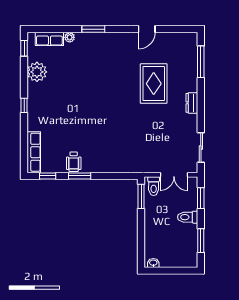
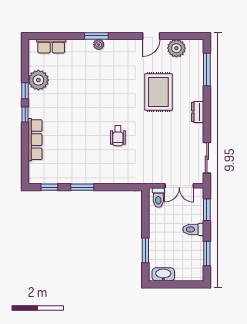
plant: (70, 37) -> (99, 44), moved
plant: (171, 41) -> (176, 48), added
window: (24, 48) -> (25, 91), moved
row of seats: (34, 152) -> (35, 140), moved
wheelchair: (74, 162) -> (118, 136), moved
window: (141, 196) -> (145, 250), moved
washbasin: (153, 263) -> (163, 274), width x1.91, depth x1.45

